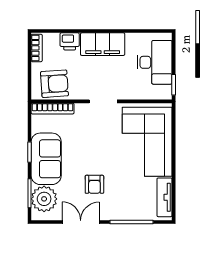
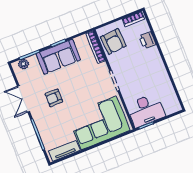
filing cabinet: (103, 44) -> (155, 64), removed
desk: (155, 62) -> (146, 110), moved
plant: (44, 199) -> (24, 64), width x0.53, depth x0.53
double door: (81, 222) -> (23, 99), swing flipped

